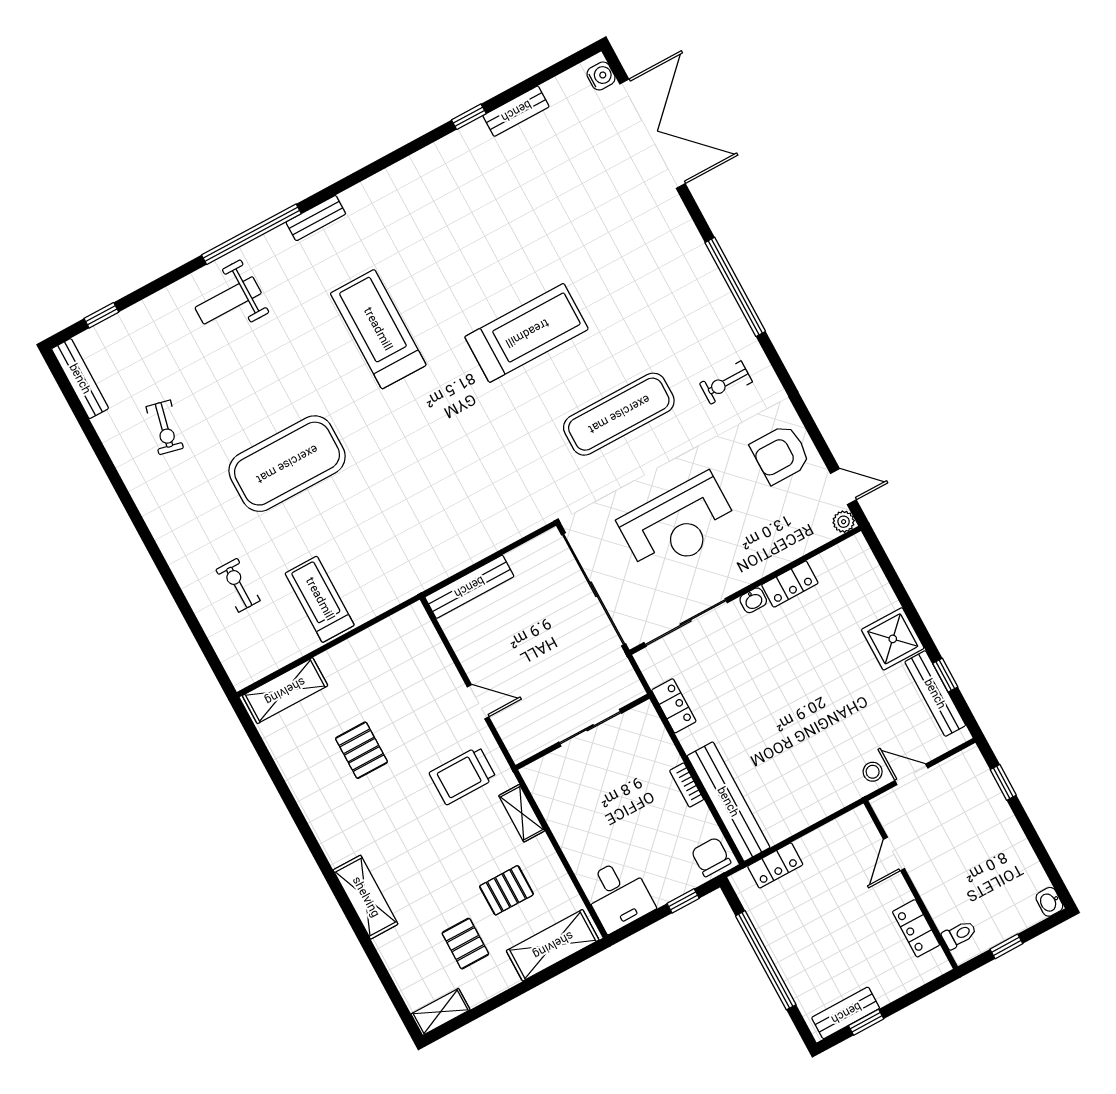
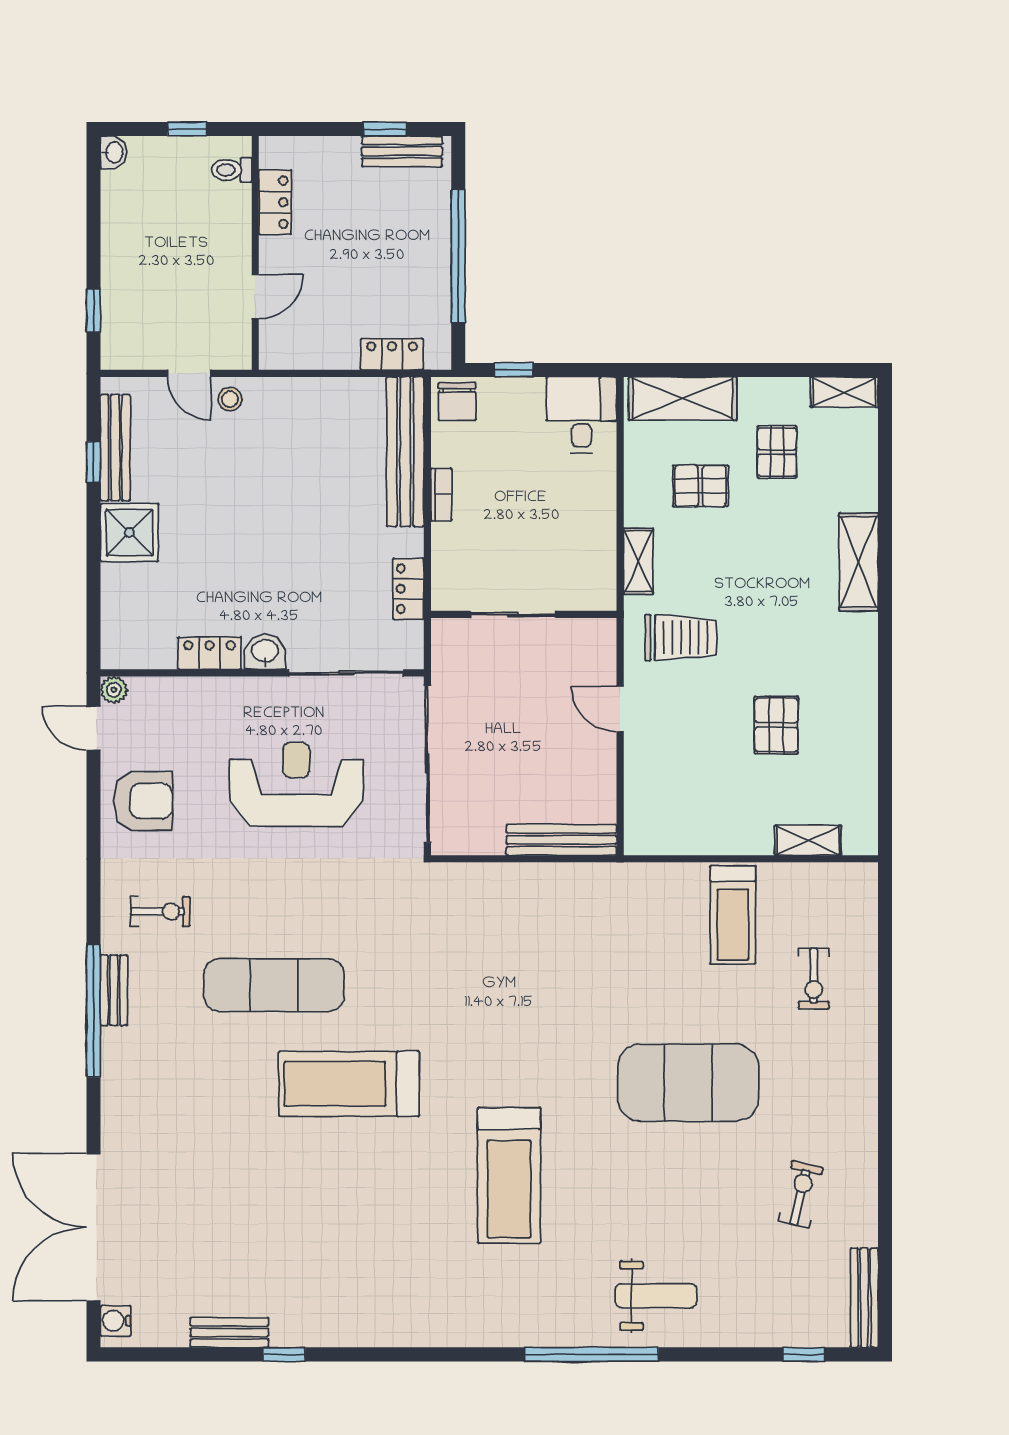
bench: (316, 218) -> (114, 990), moved, turned 90
exercise mat: (619, 414) -> (274, 985), moved
washbasin: (753, 600) -> (265, 652), width x1.38, depth x1.45
shelving: (285, 691) -> (808, 840), width x0.67, depth x0.75

